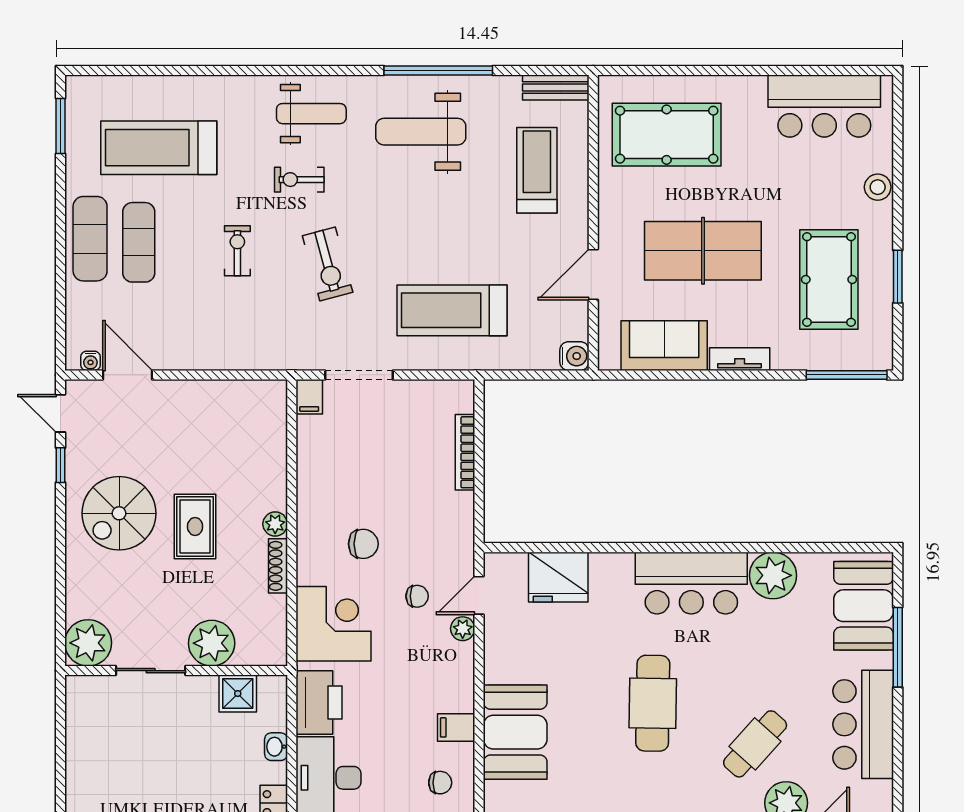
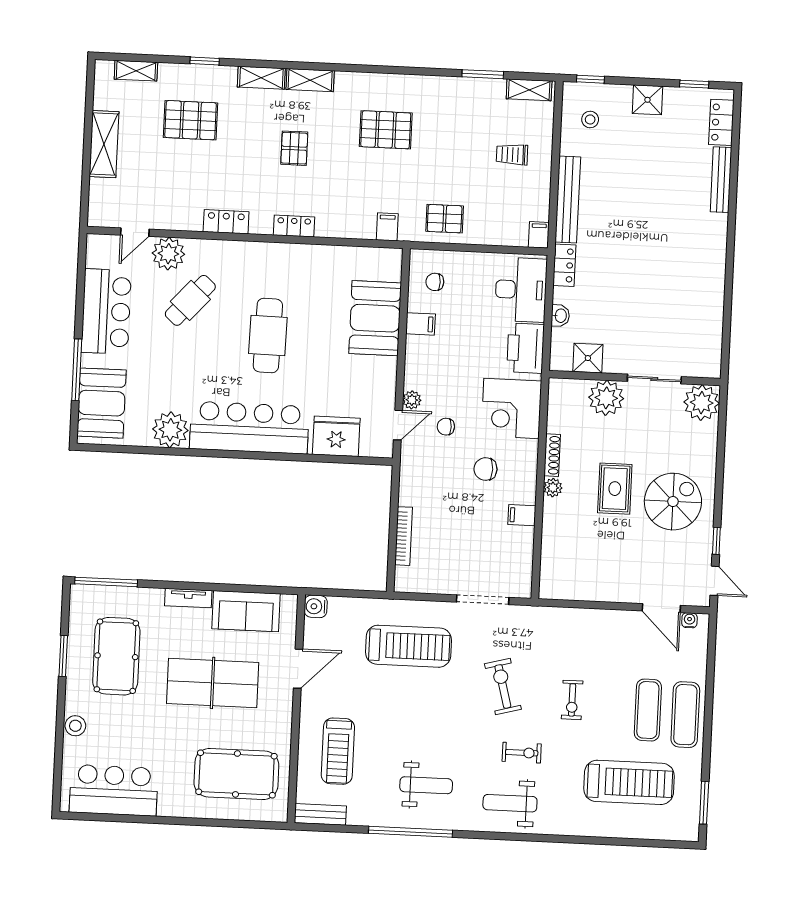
weight bench: (421, 132) -> (426, 785), width x0.73, depth x0.75
filing cabinet: (309, 397) -> (522, 515), moved, turned -90
bar counter: (691, 583) -> (249, 428), width x1.36

